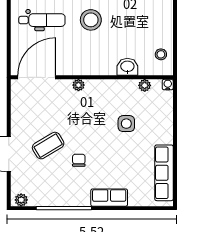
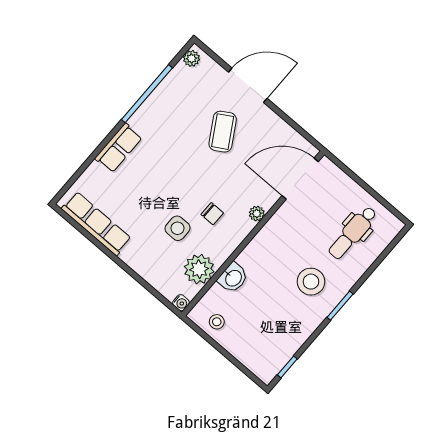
door: (37, 77) -> (300, 179), swing flipped
plant: (145, 85) -> (199, 269), width x1.88, depth x1.88
chair: (79, 160) -> (212, 214), moved

